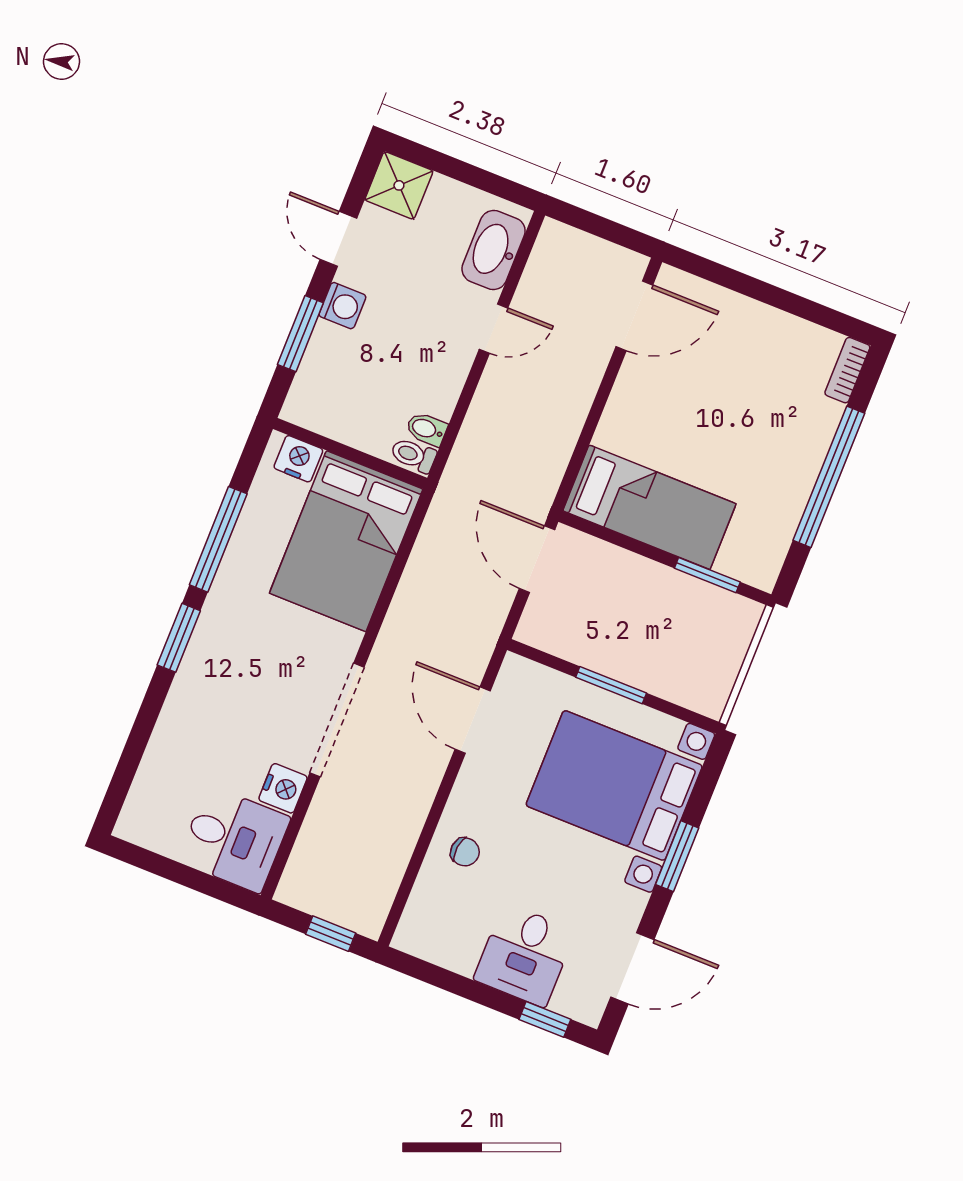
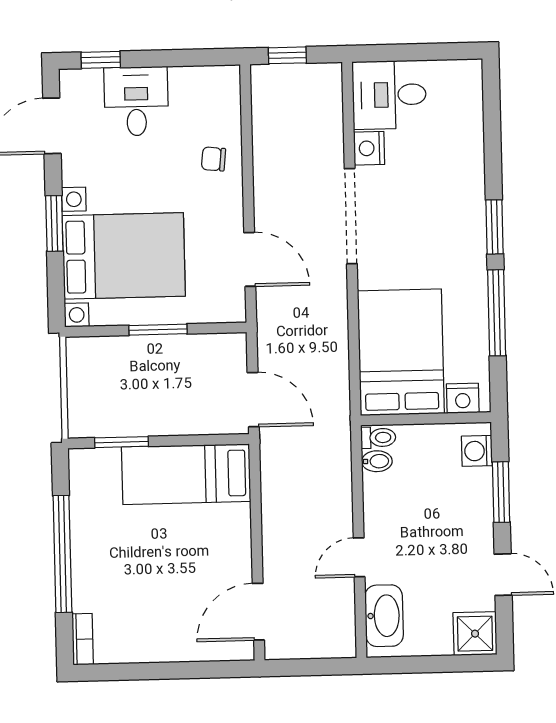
washing machine: (342, 306) -> (477, 451), moved

